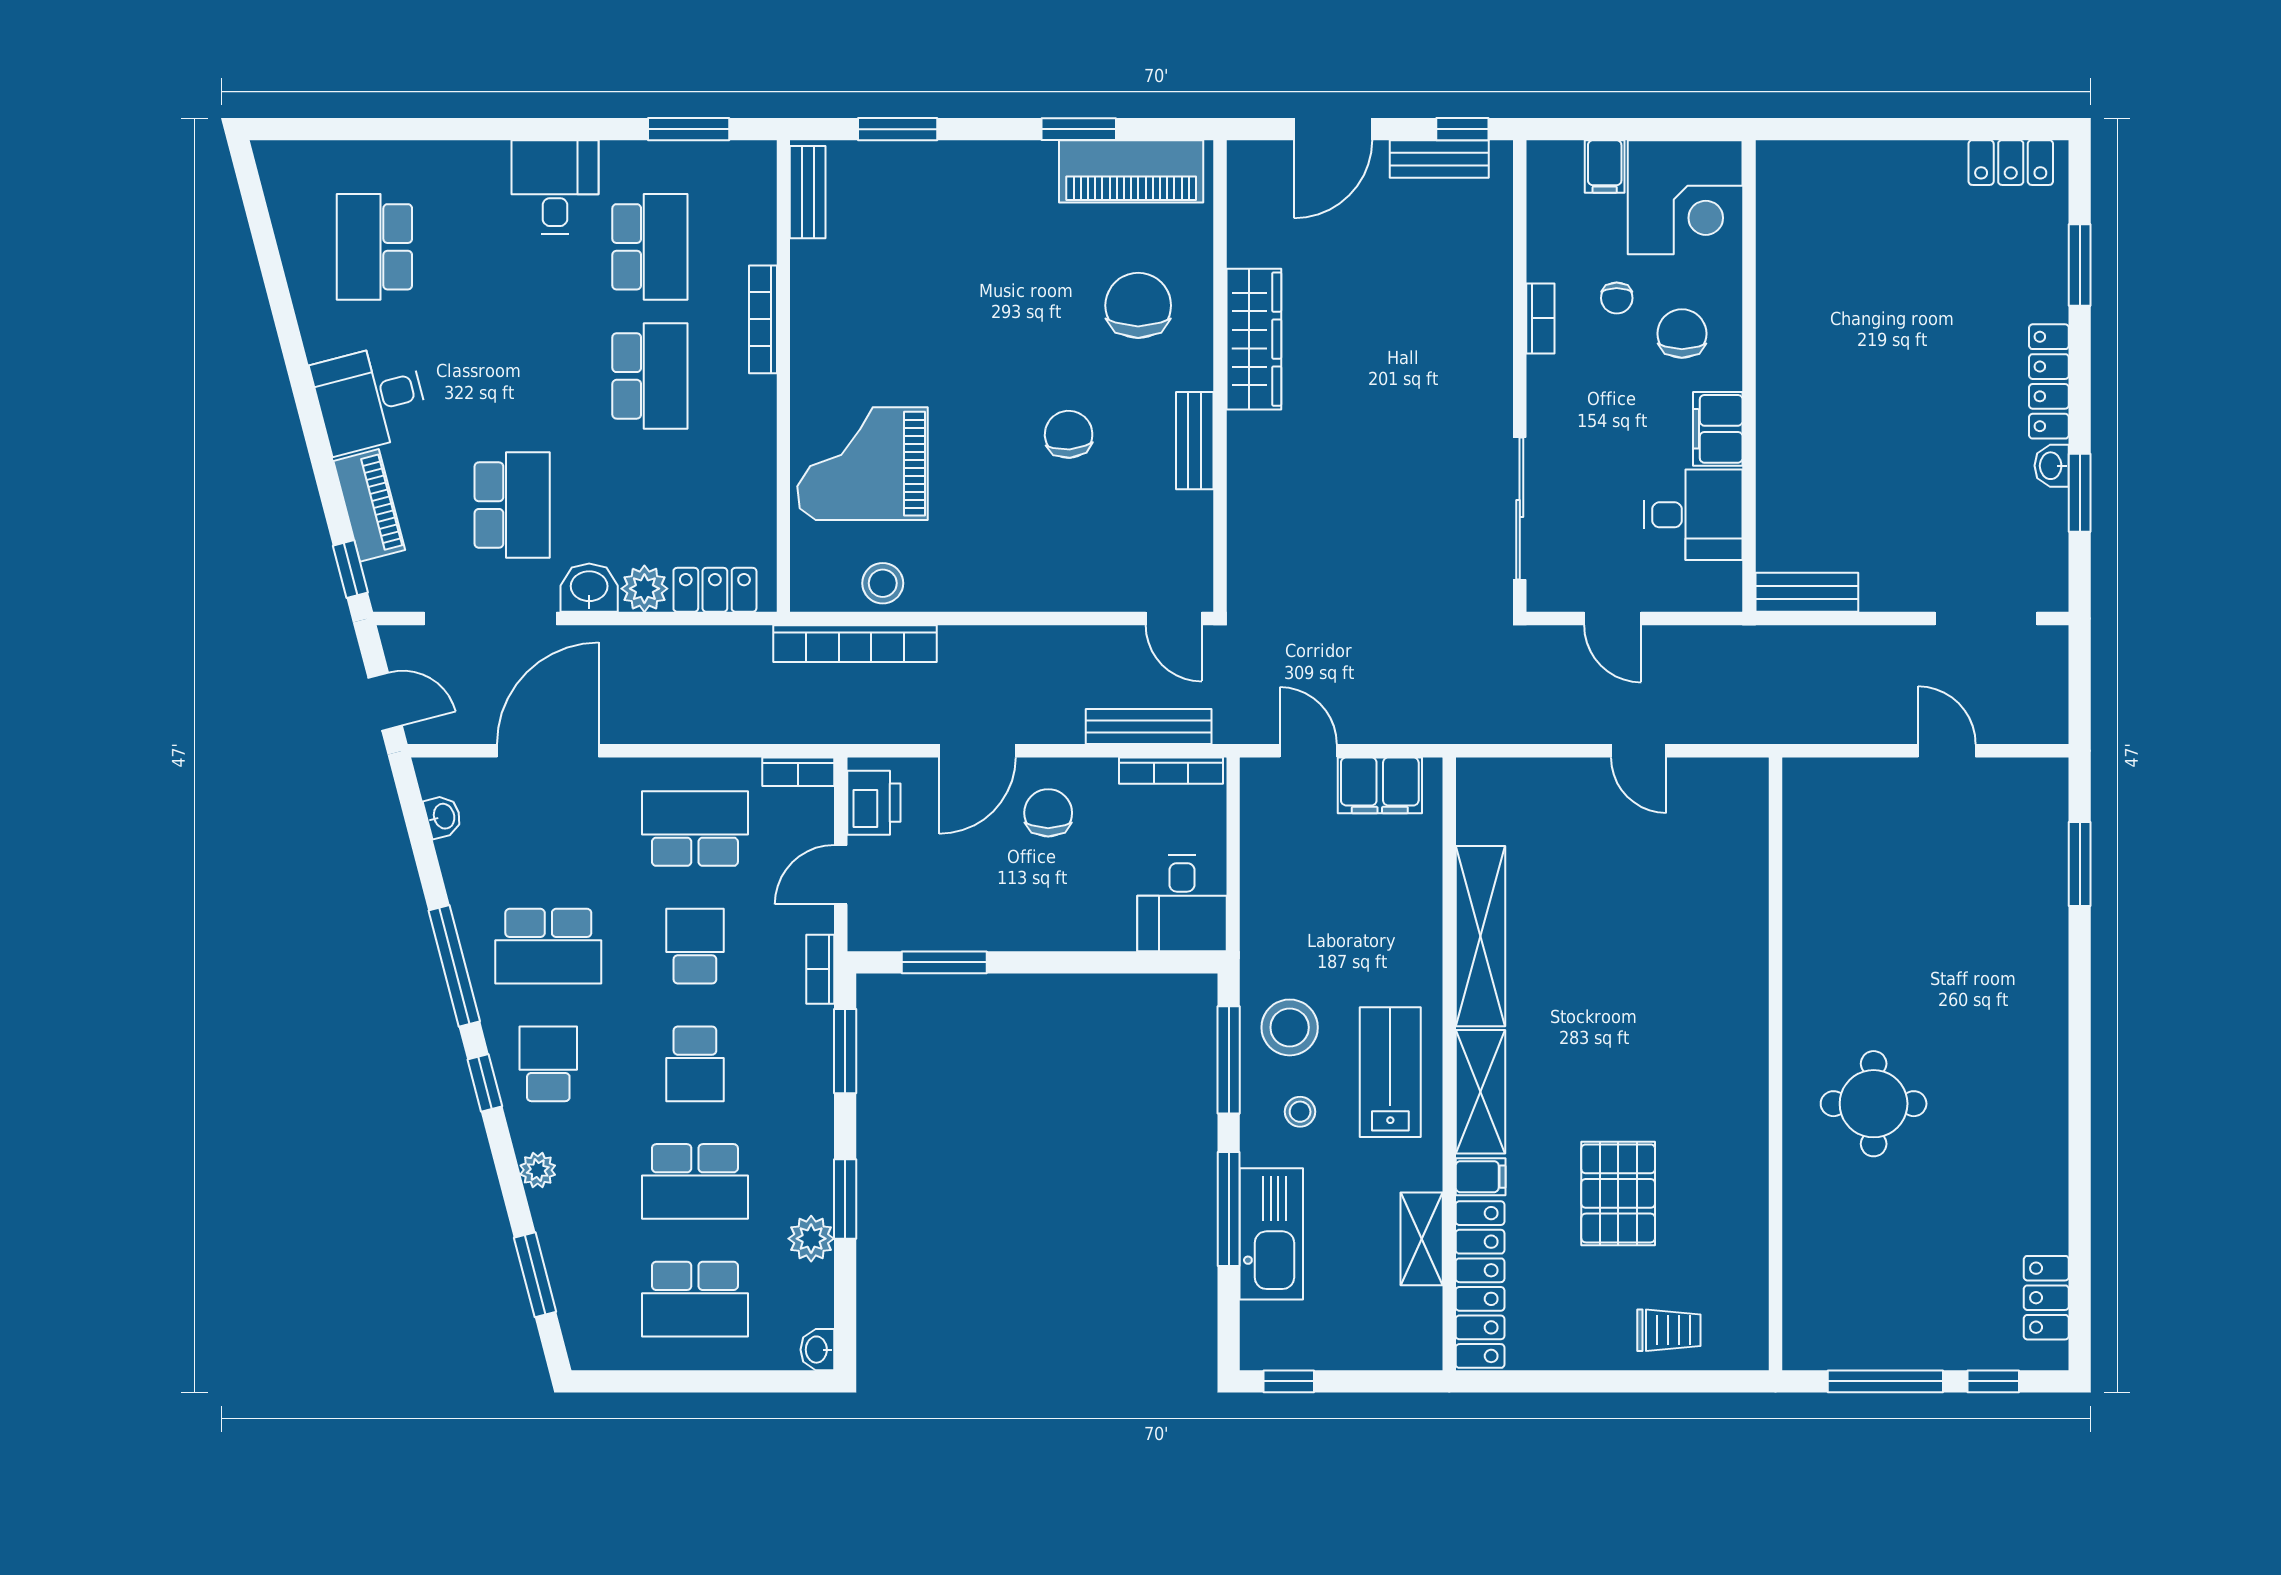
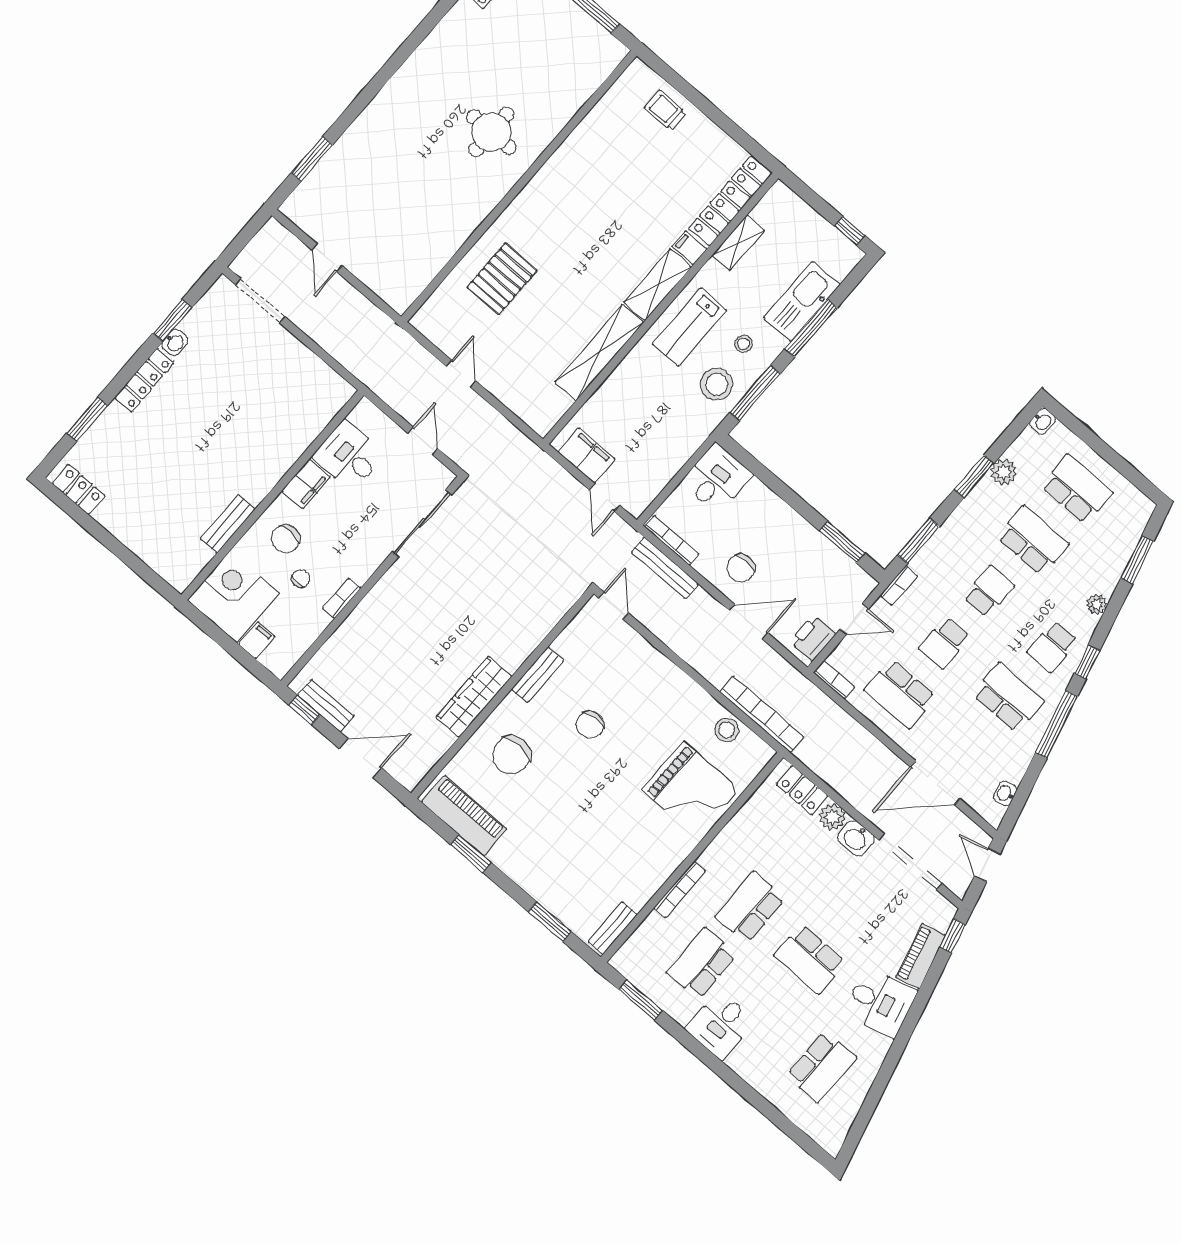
school desk: (512, 505) -> (810, 959), moved, turned -90
bench: (1807, 592) -> (228, 524), moved, turned 90
pallet: (1618, 1193) -> (502, 279), moved

